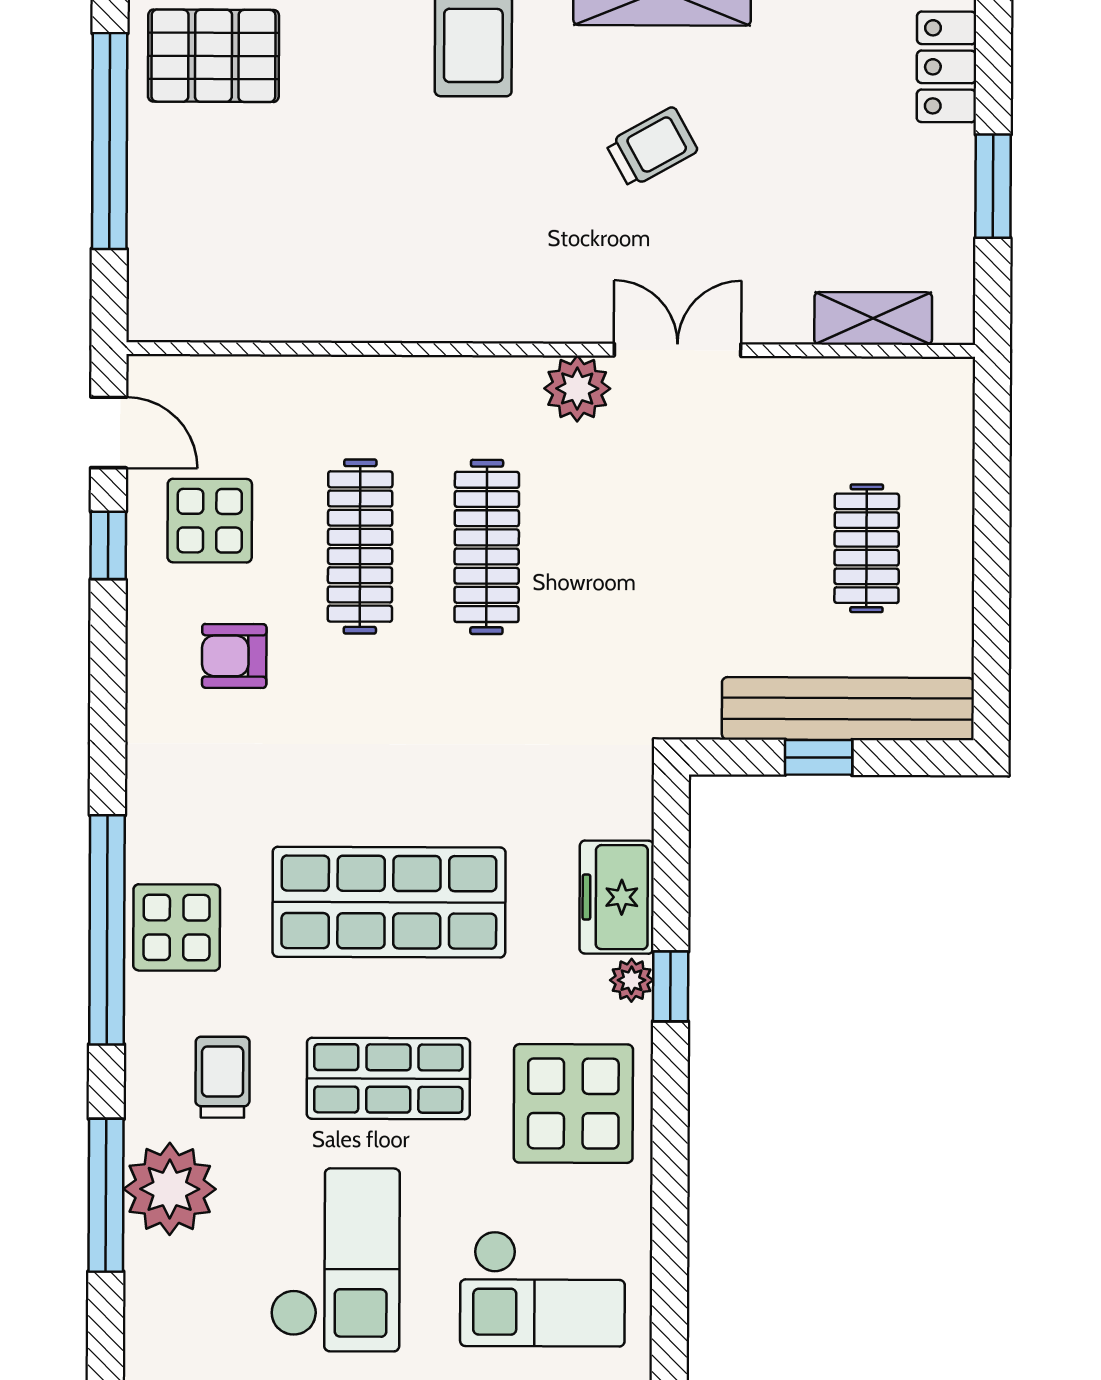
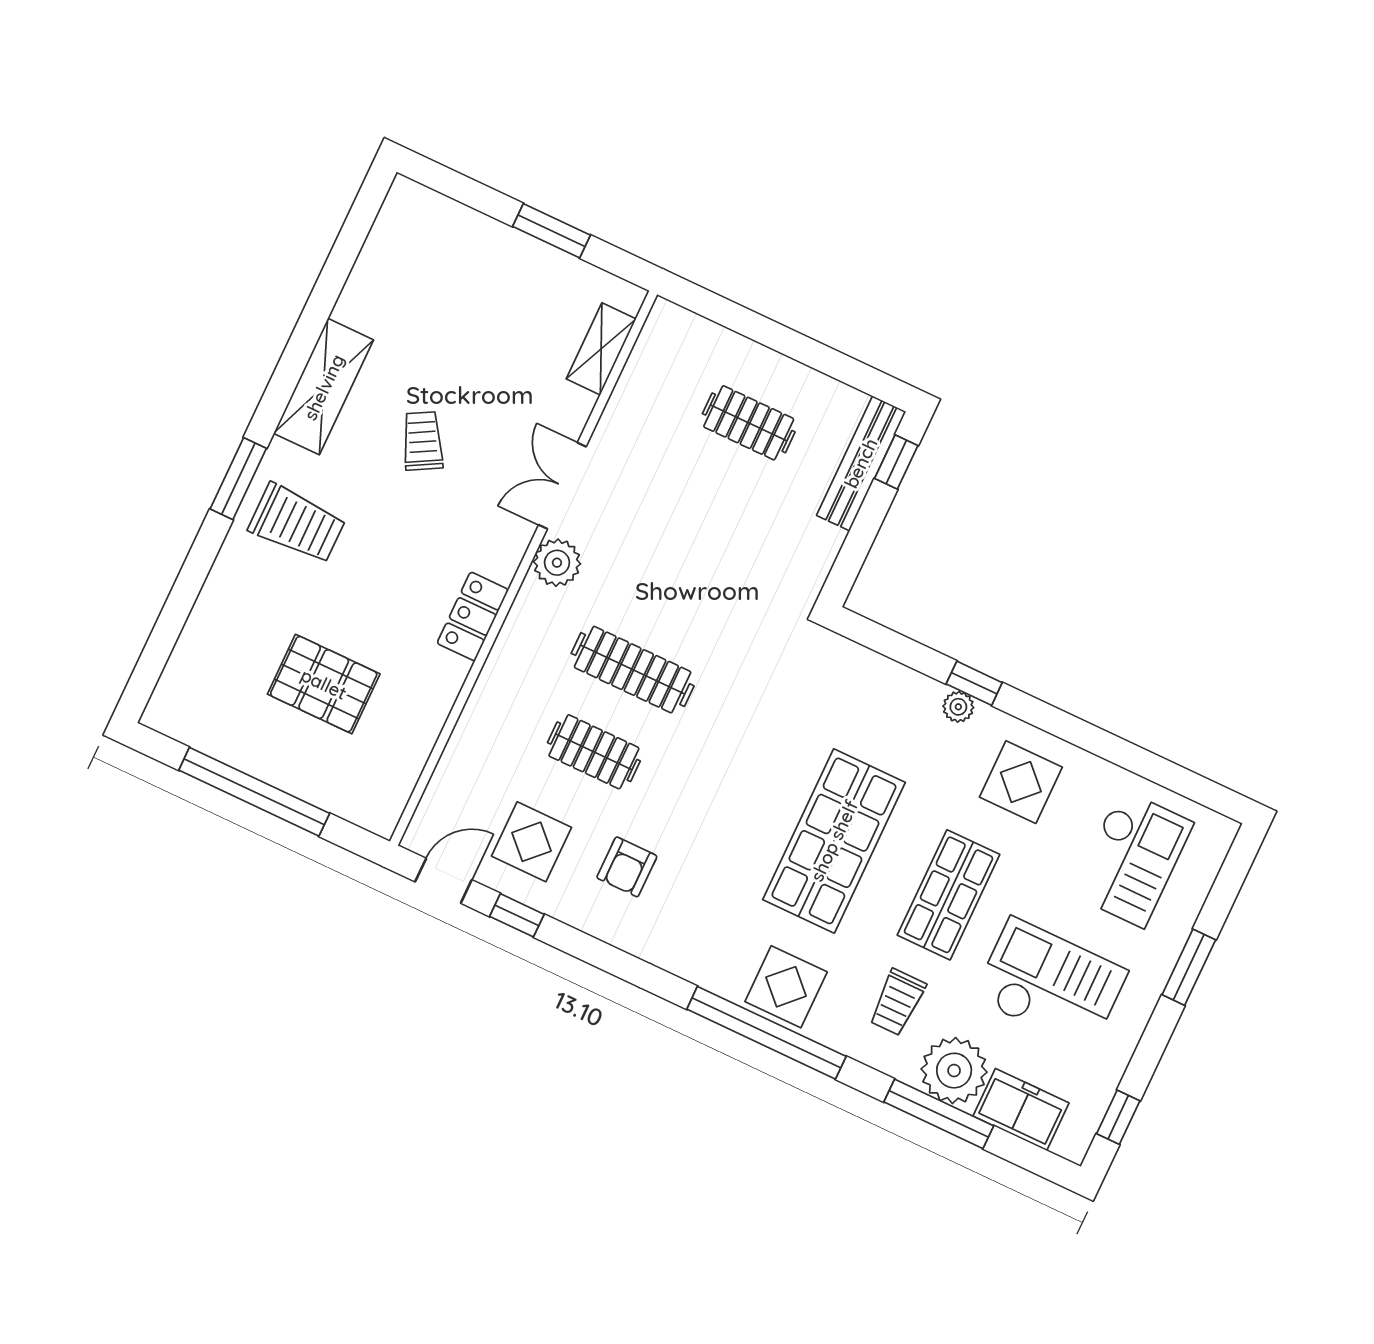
pallet: (213, 56) -> (324, 684), moved, turned 90
locker: (947, 67) -> (473, 616), moved, turned 90
clothes rail: (360, 546) -> (594, 752), width x0.73
bench: (848, 709) -> (861, 463), width x0.73, depth x0.82
window: (819, 757) -> (896, 462), moved
freezer: (617, 897) -> (1021, 1110), moved, turned 180
trolley: (223, 1077) -> (897, 1002), turned -90
display table: (573, 1103) -> (1021, 782), width x0.73, depth x0.73

